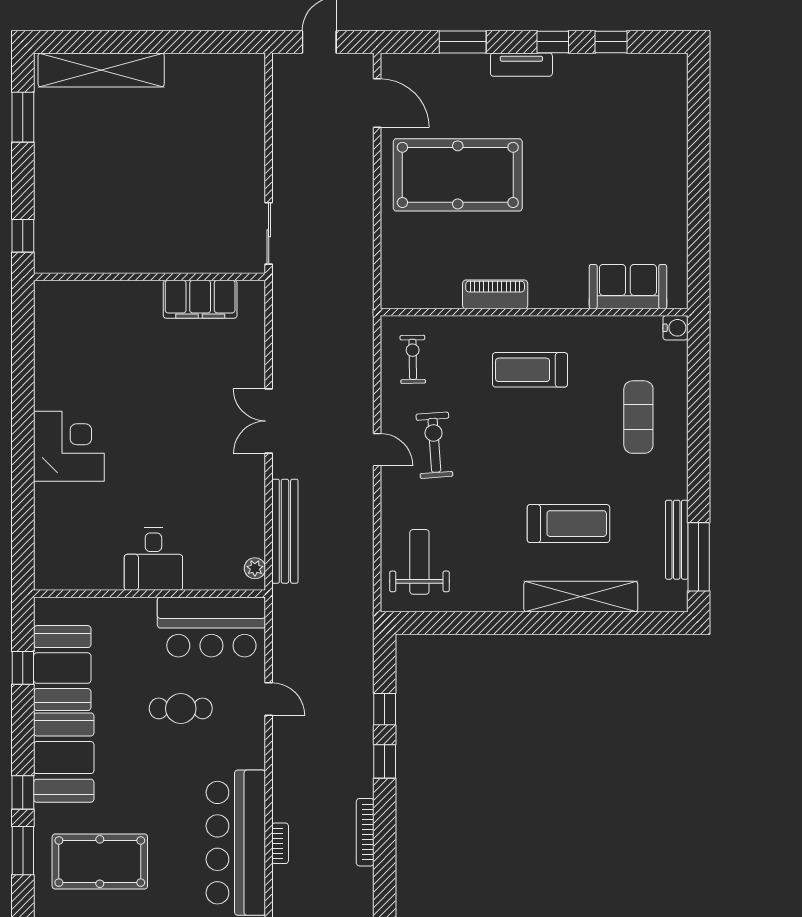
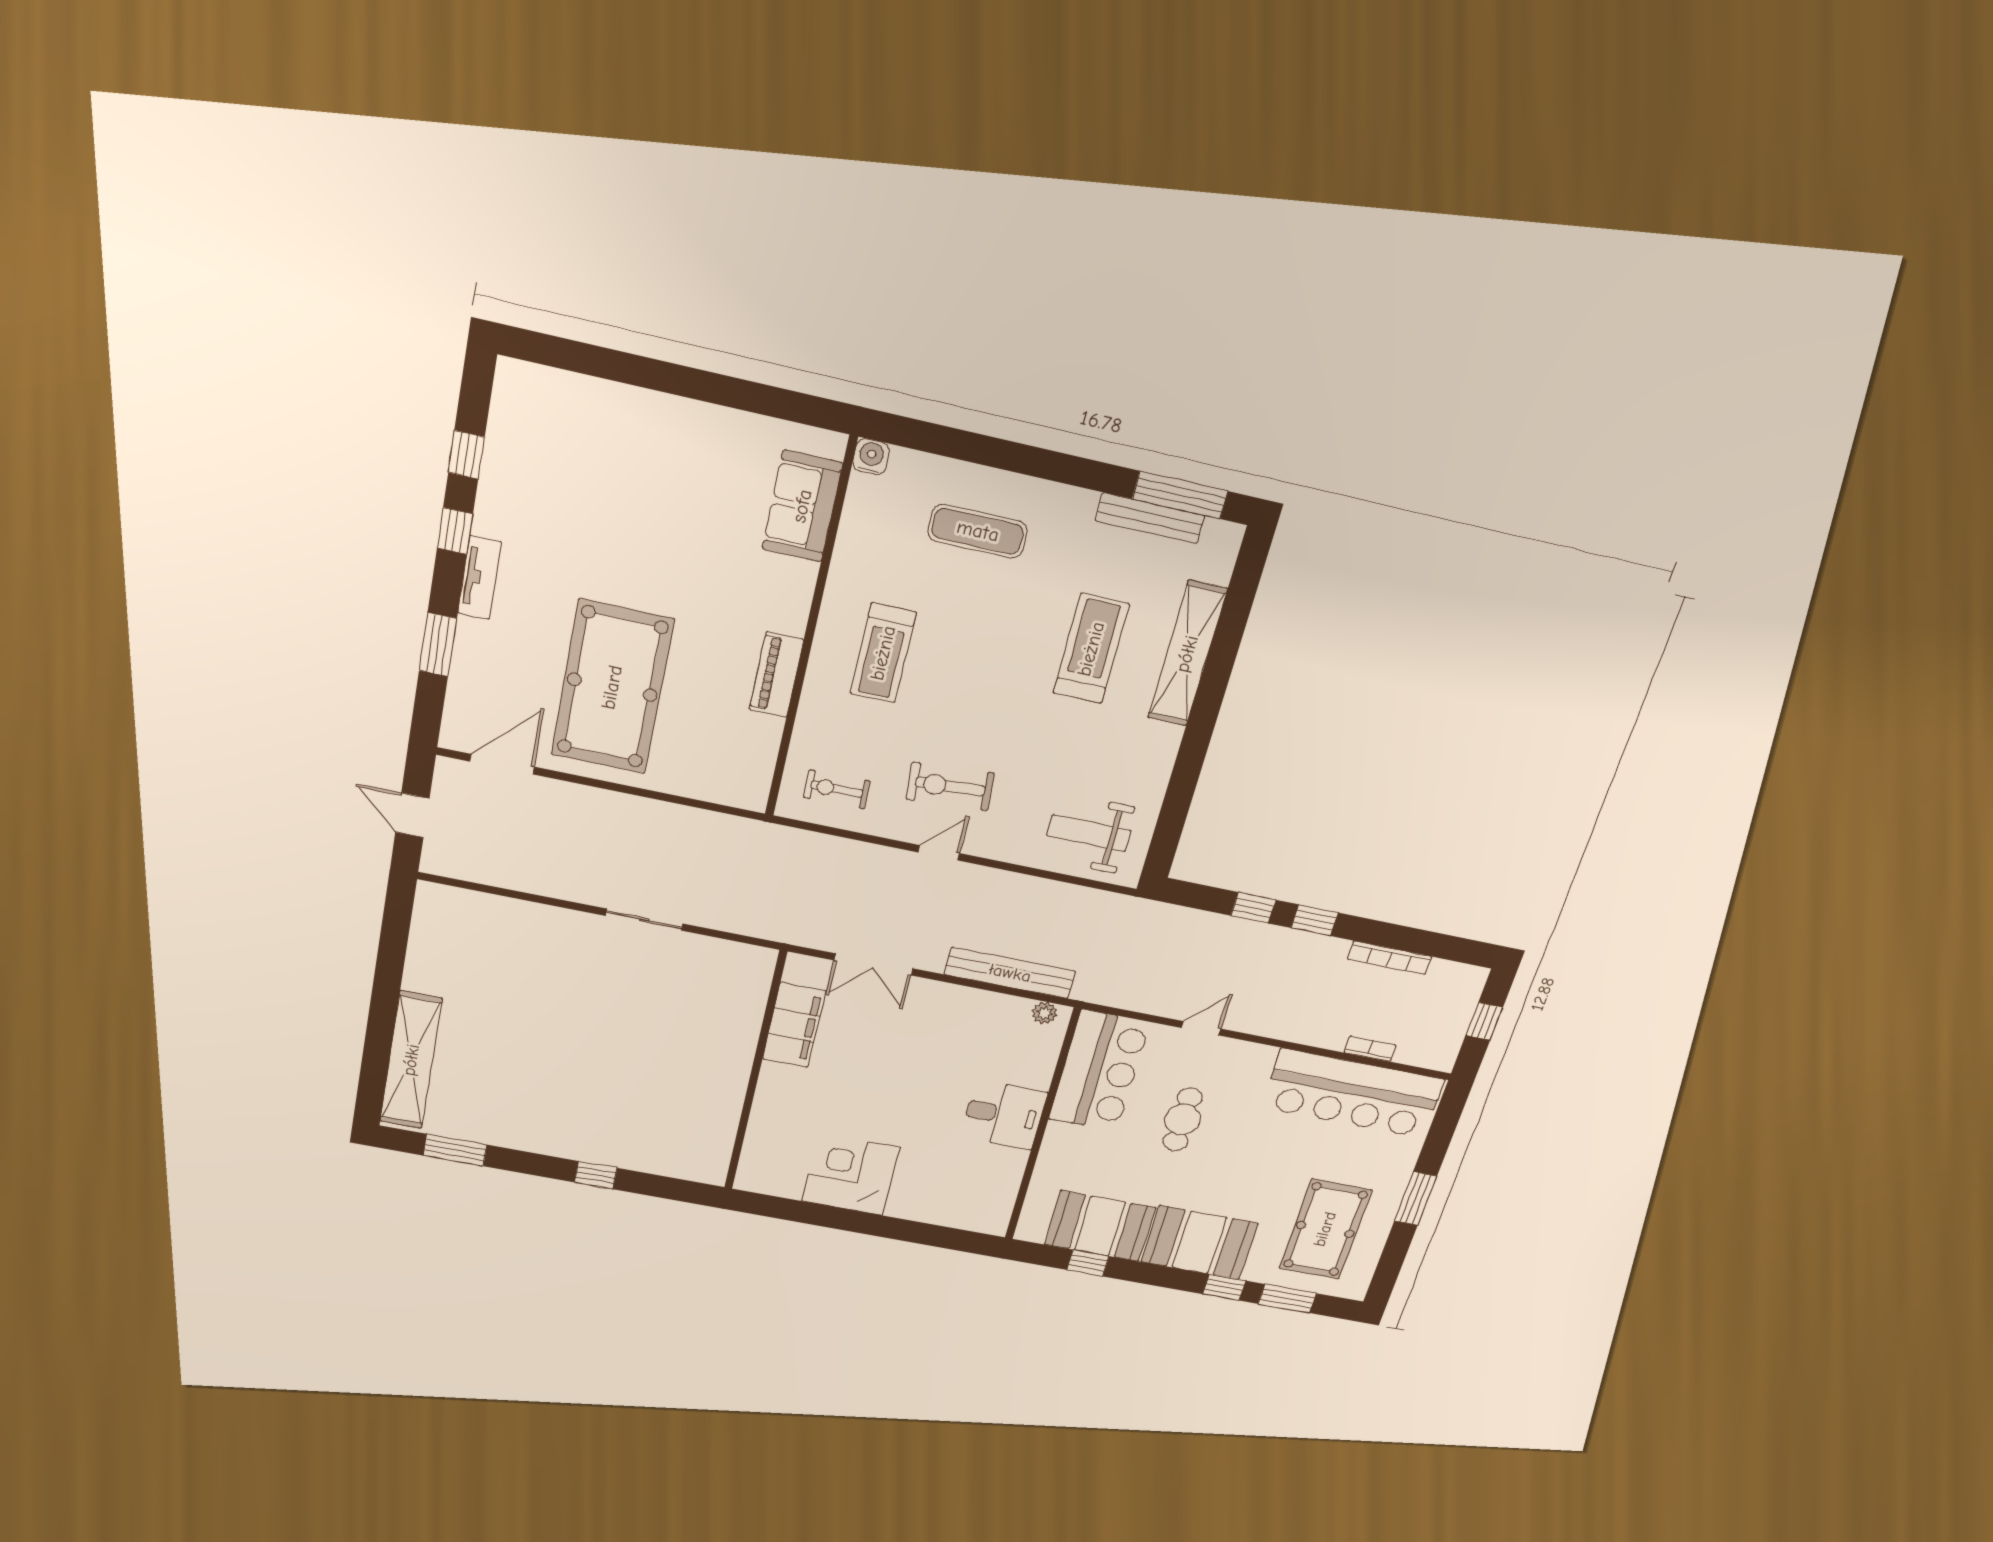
wall: (150, 277) -> (755, 1072), moved
filing cabinet: (200, 299) -> (794, 1025), moved

